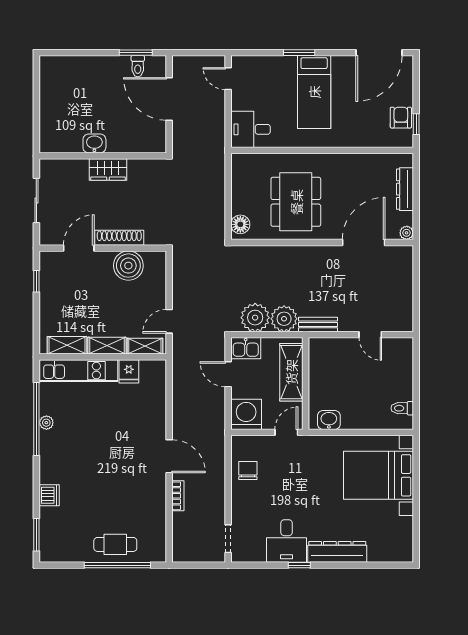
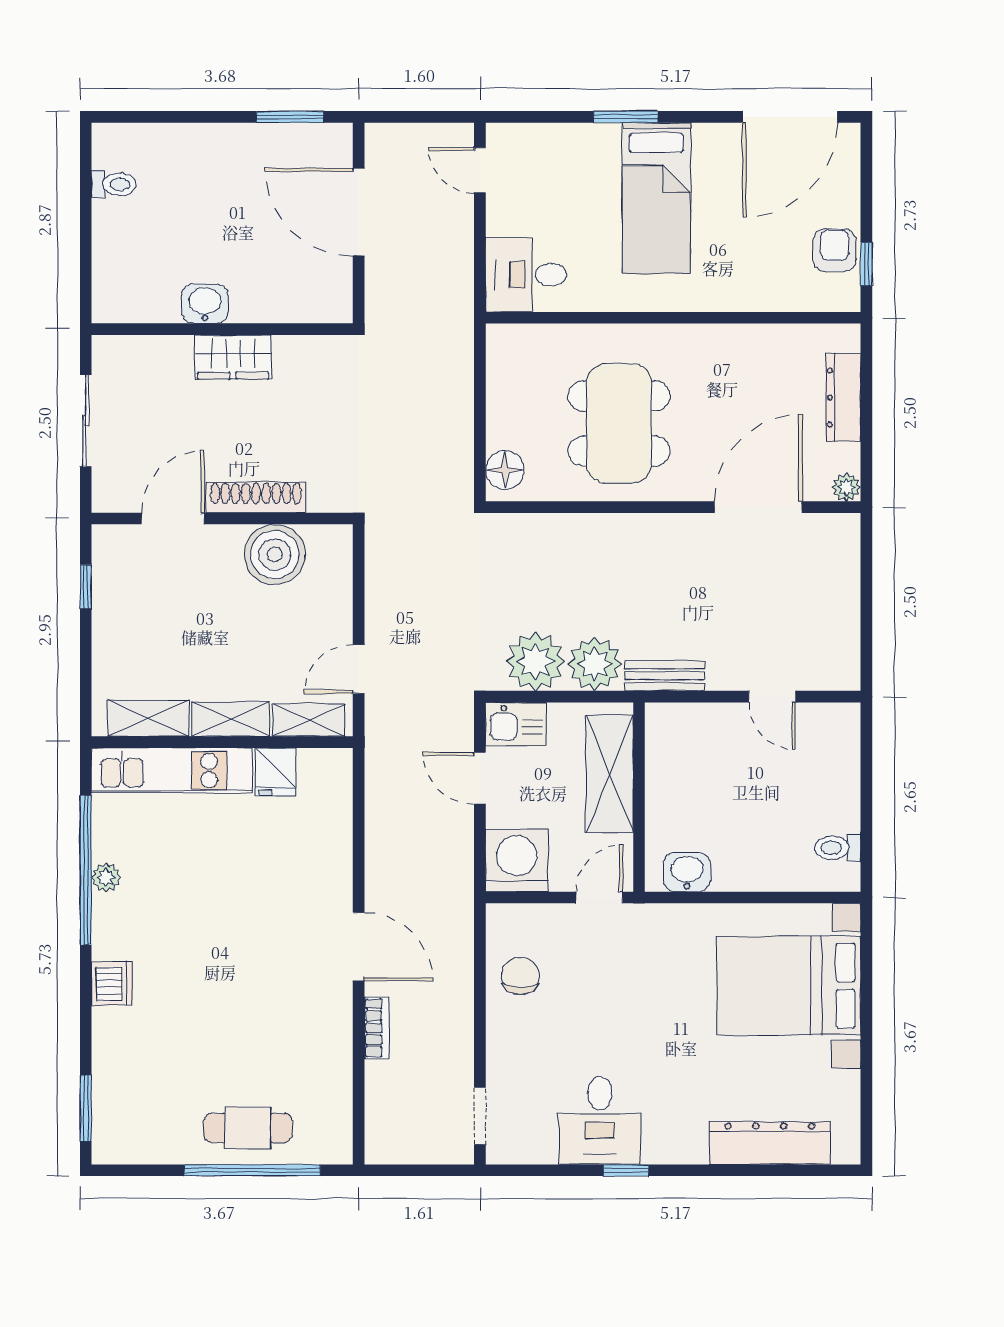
toilet: (138, 66) -> (114, 184), moved, turned -90
dishwasher: (49, 495) -> (112, 984), moved
dresser: (337, 552) -> (770, 1143), moved

